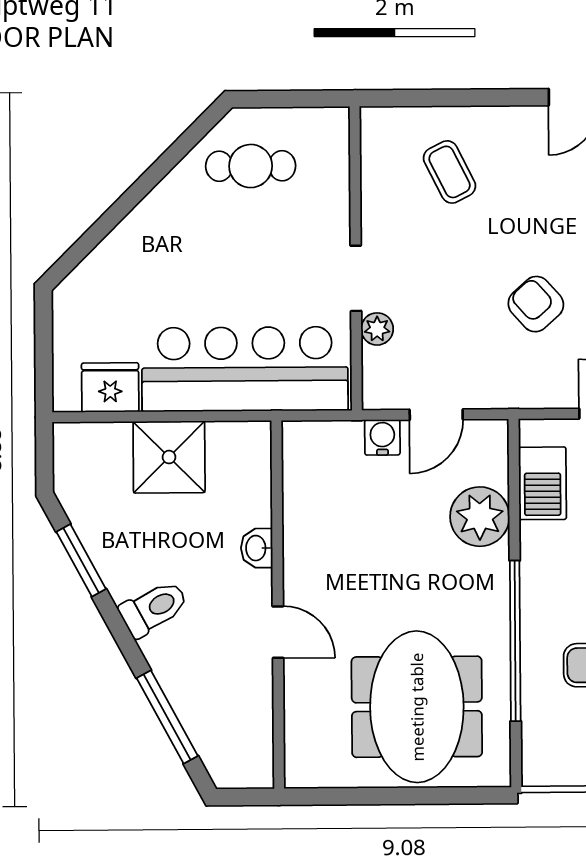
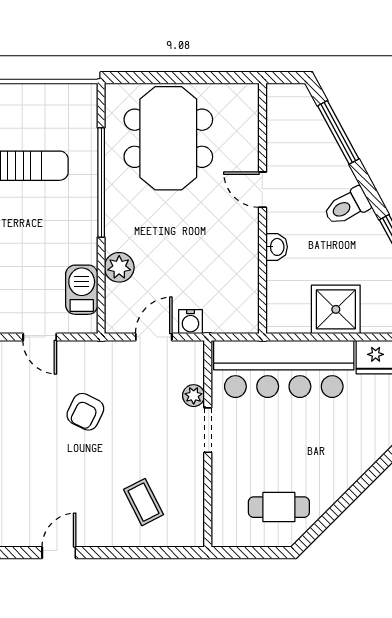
armchair: (536, 304) -> (85, 412), turned 68
plant: (480, 517) -> (119, 267), width x0.73, depth x0.73

